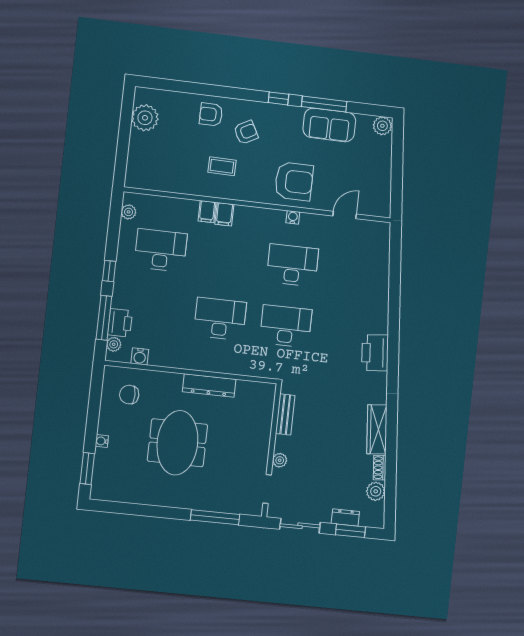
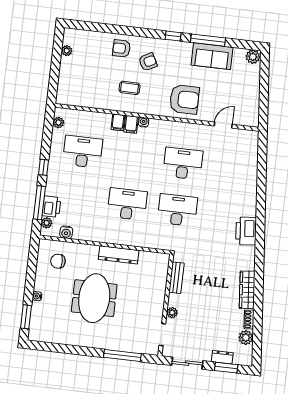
plant: (145, 118) -> (67, 51), width x0.53, depth x0.53
water cooler: (293, 217) -> (144, 122), moved

